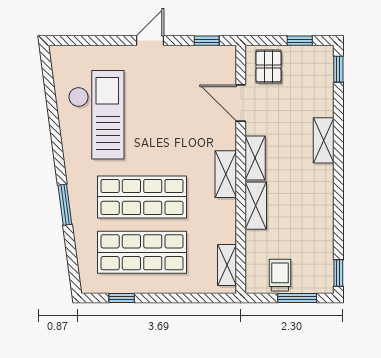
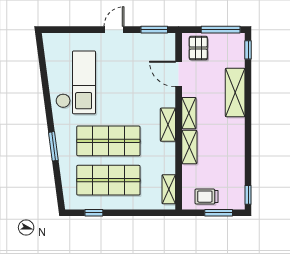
window: (207, 41) -> (154, 30), width x1.50
window: (300, 41) -> (221, 30), width x2.17
shelving: (324, 140) -> (235, 93), width x1.50, depth x1.33
trolley: (280, 275) -> (206, 197), turned -90

